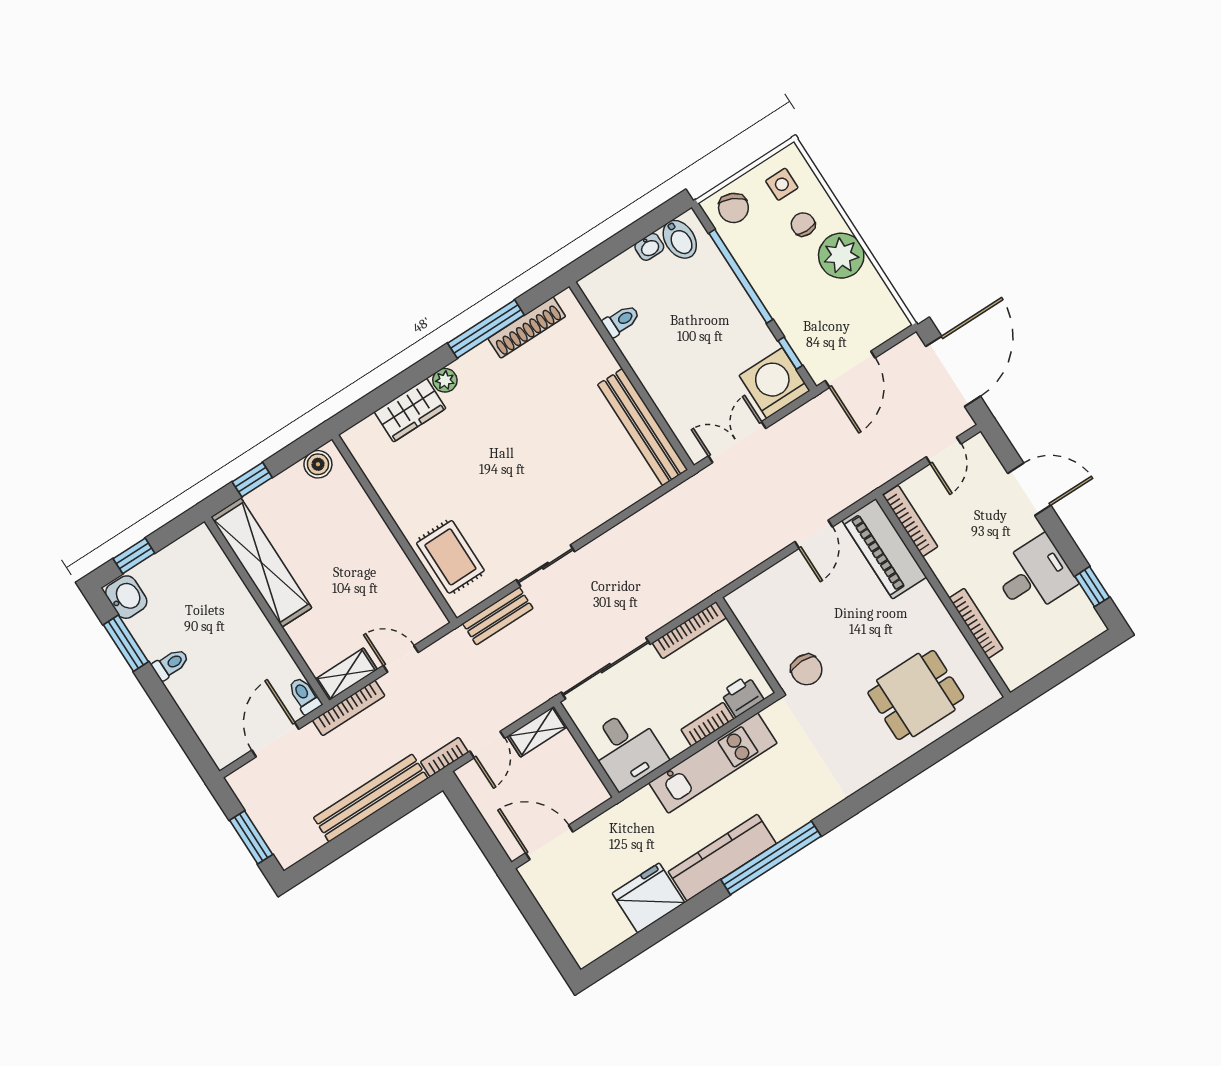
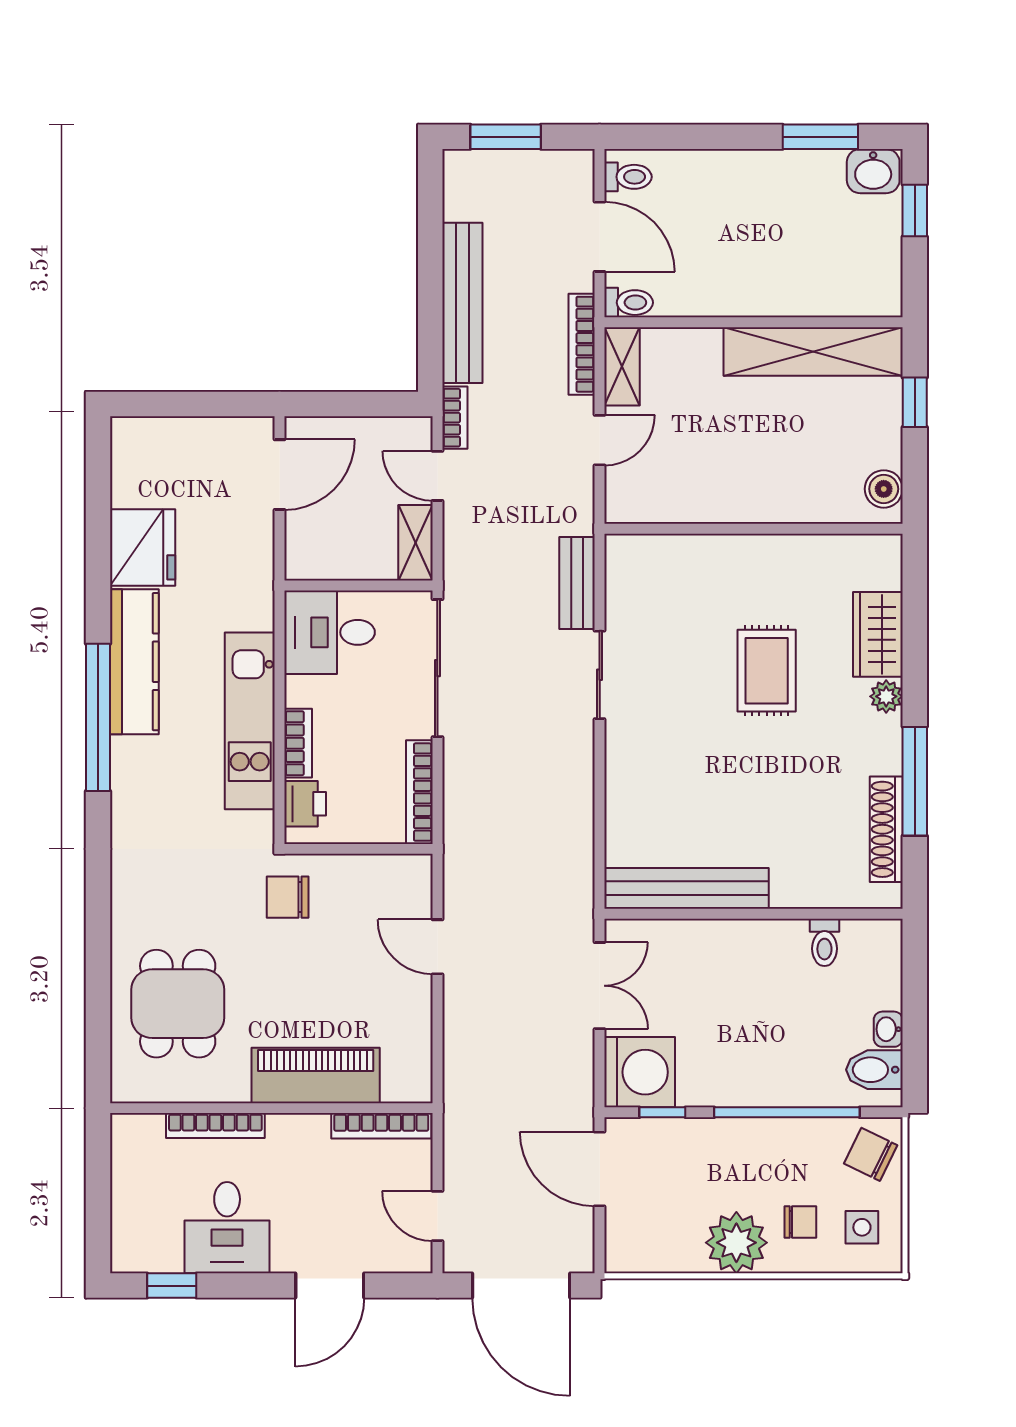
door: (814, 534) -> (437, 947), moved
piano: (884, 549) -> (316, 1075), moved
rug: (450, 557) -> (767, 671), moved, turned 90
toilet: (171, 664) -> (628, 177), moved, turned -90

